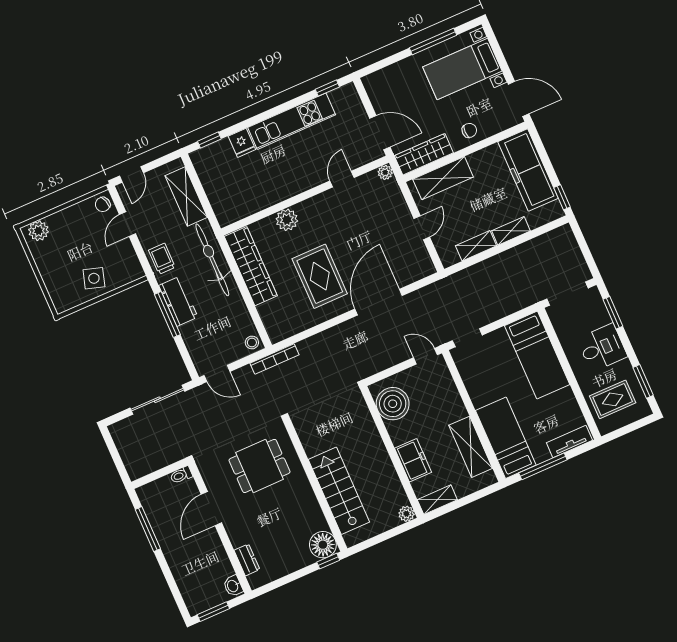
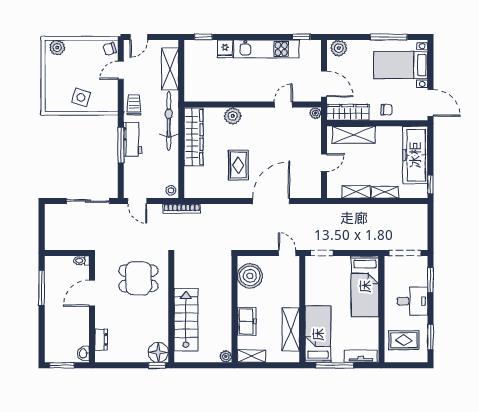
plant: (379, 81) -> (339, 48), added
rug: (320, 276) -> (238, 165), width x0.73, depth x0.70

